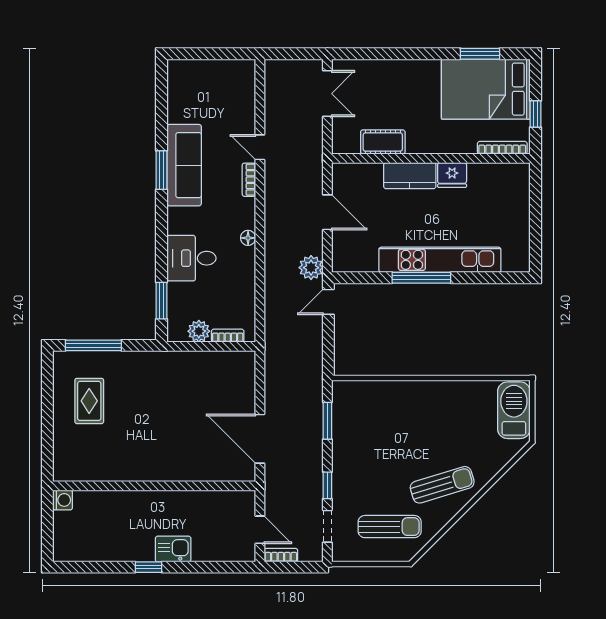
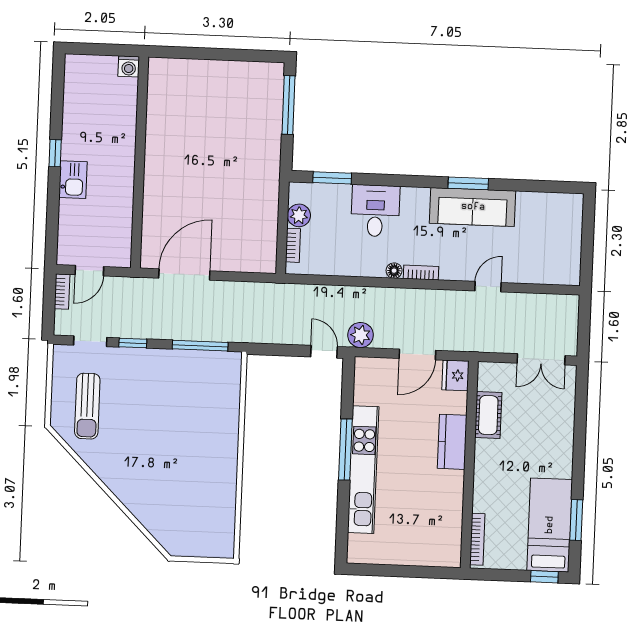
bed: (486, 89) -> (550, 525), width x0.67
window: (536, 114) -> (544, 577), moved
fridge: (452, 175) -> (455, 375), moved
bookcase: (249, 180) -> (421, 273), moved
rug: (89, 401) -> (231, 98), removed
barbecue: (514, 410) -> (203, 540), removed
window: (327, 421) -> (200, 346), width x1.44
sun lounger: (442, 485) -> (129, 463), removed

